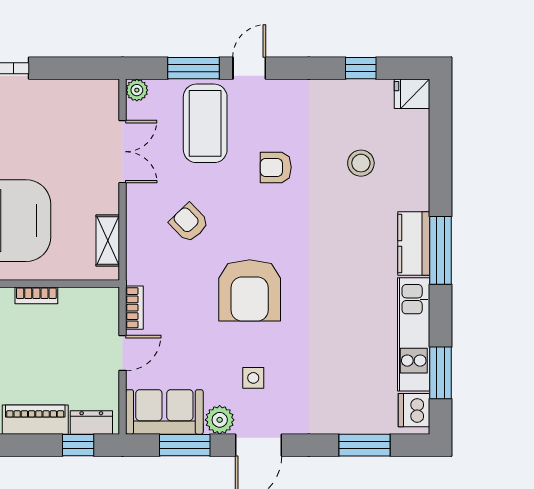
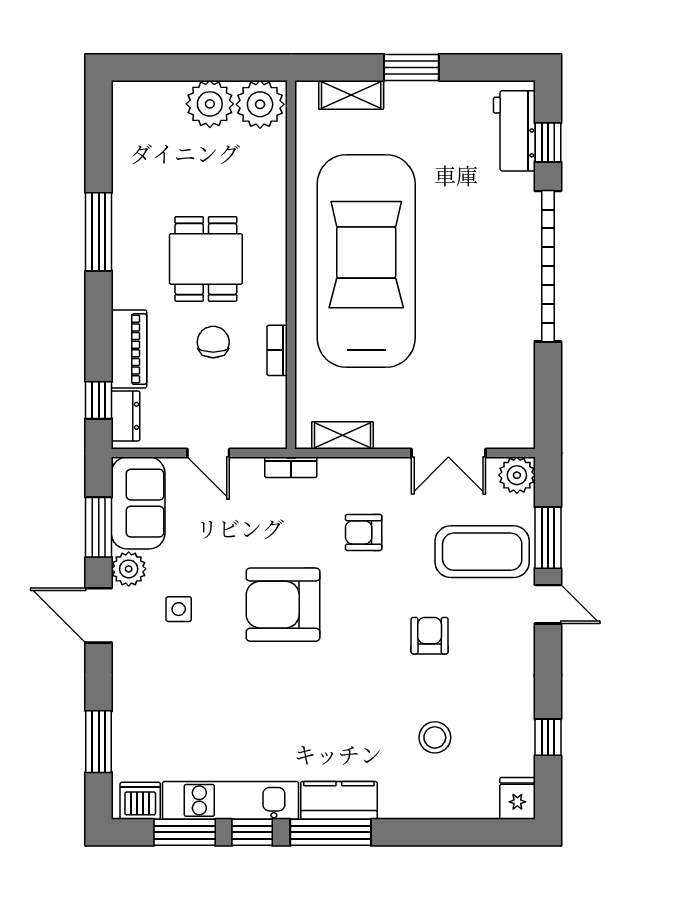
plant: (137, 90) -> (517, 475), width x1.38, depth x1.38
armchair: (189, 223) -> (364, 532), turned -136
bookcase: (134, 308) -> (291, 467), moved
window: (441, 316) -> (252, 832), added
chair: (29, 349) -> (213, 342), added

